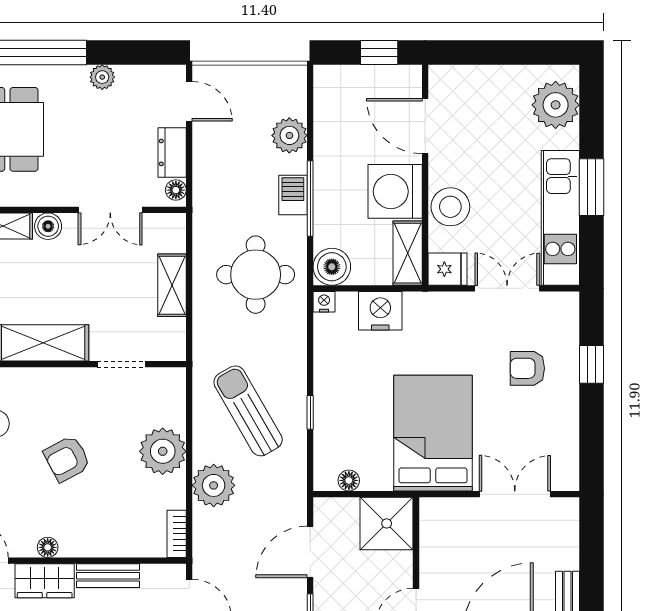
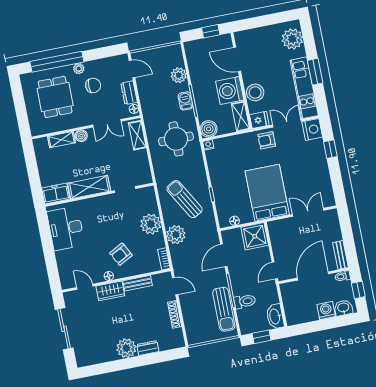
plant: (102, 77) -> (79, 69), moved
chair: (96, 121) -> (93, 85), added
shelving: (172, 285) -> (137, 135), moved
nightstand: (380, 311) -> (312, 129), moved, turned 90
armchair: (527, 368) -> (267, 140), moved
armchair: (67, 459) -> (121, 254), moved

